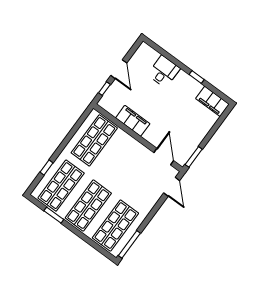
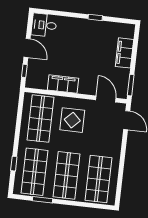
desk: (164, 72) -> (44, 25), moved, turned -90
filing cabinet: (212, 101) -> (124, 53), moved, turned 90
display table: (122, 158) -> (72, 120), added
window: (129, 244) -> (119, 188), removed

